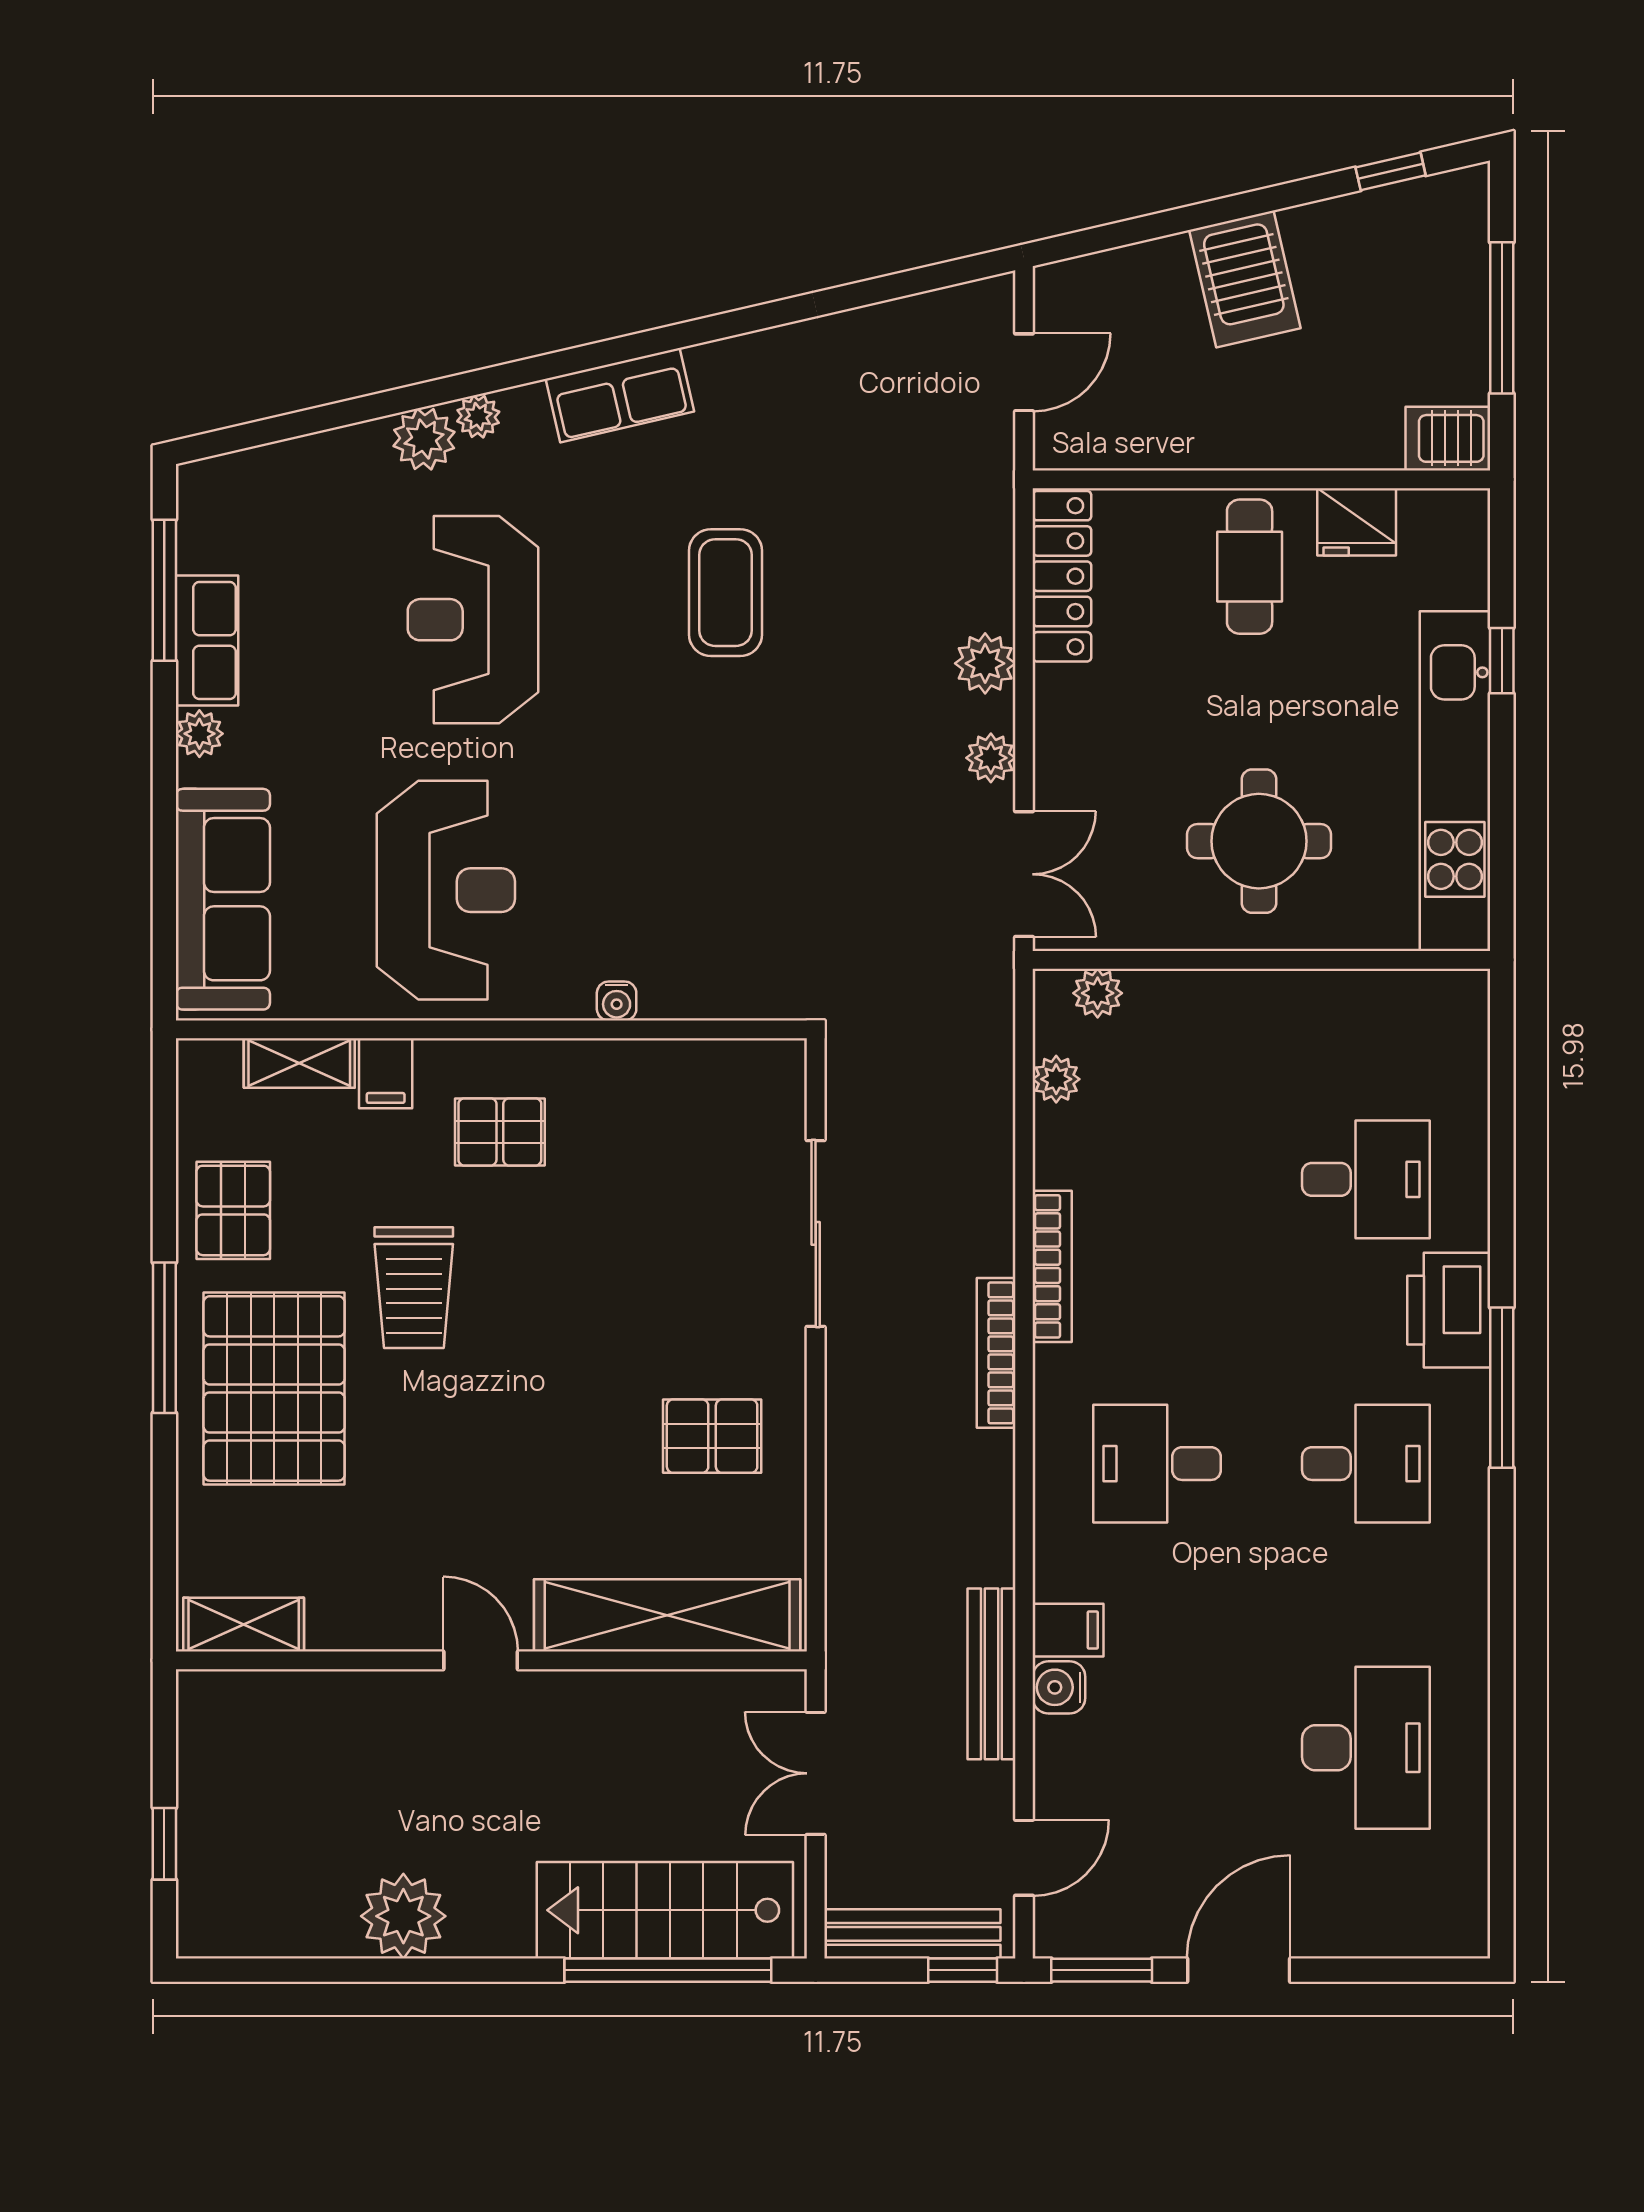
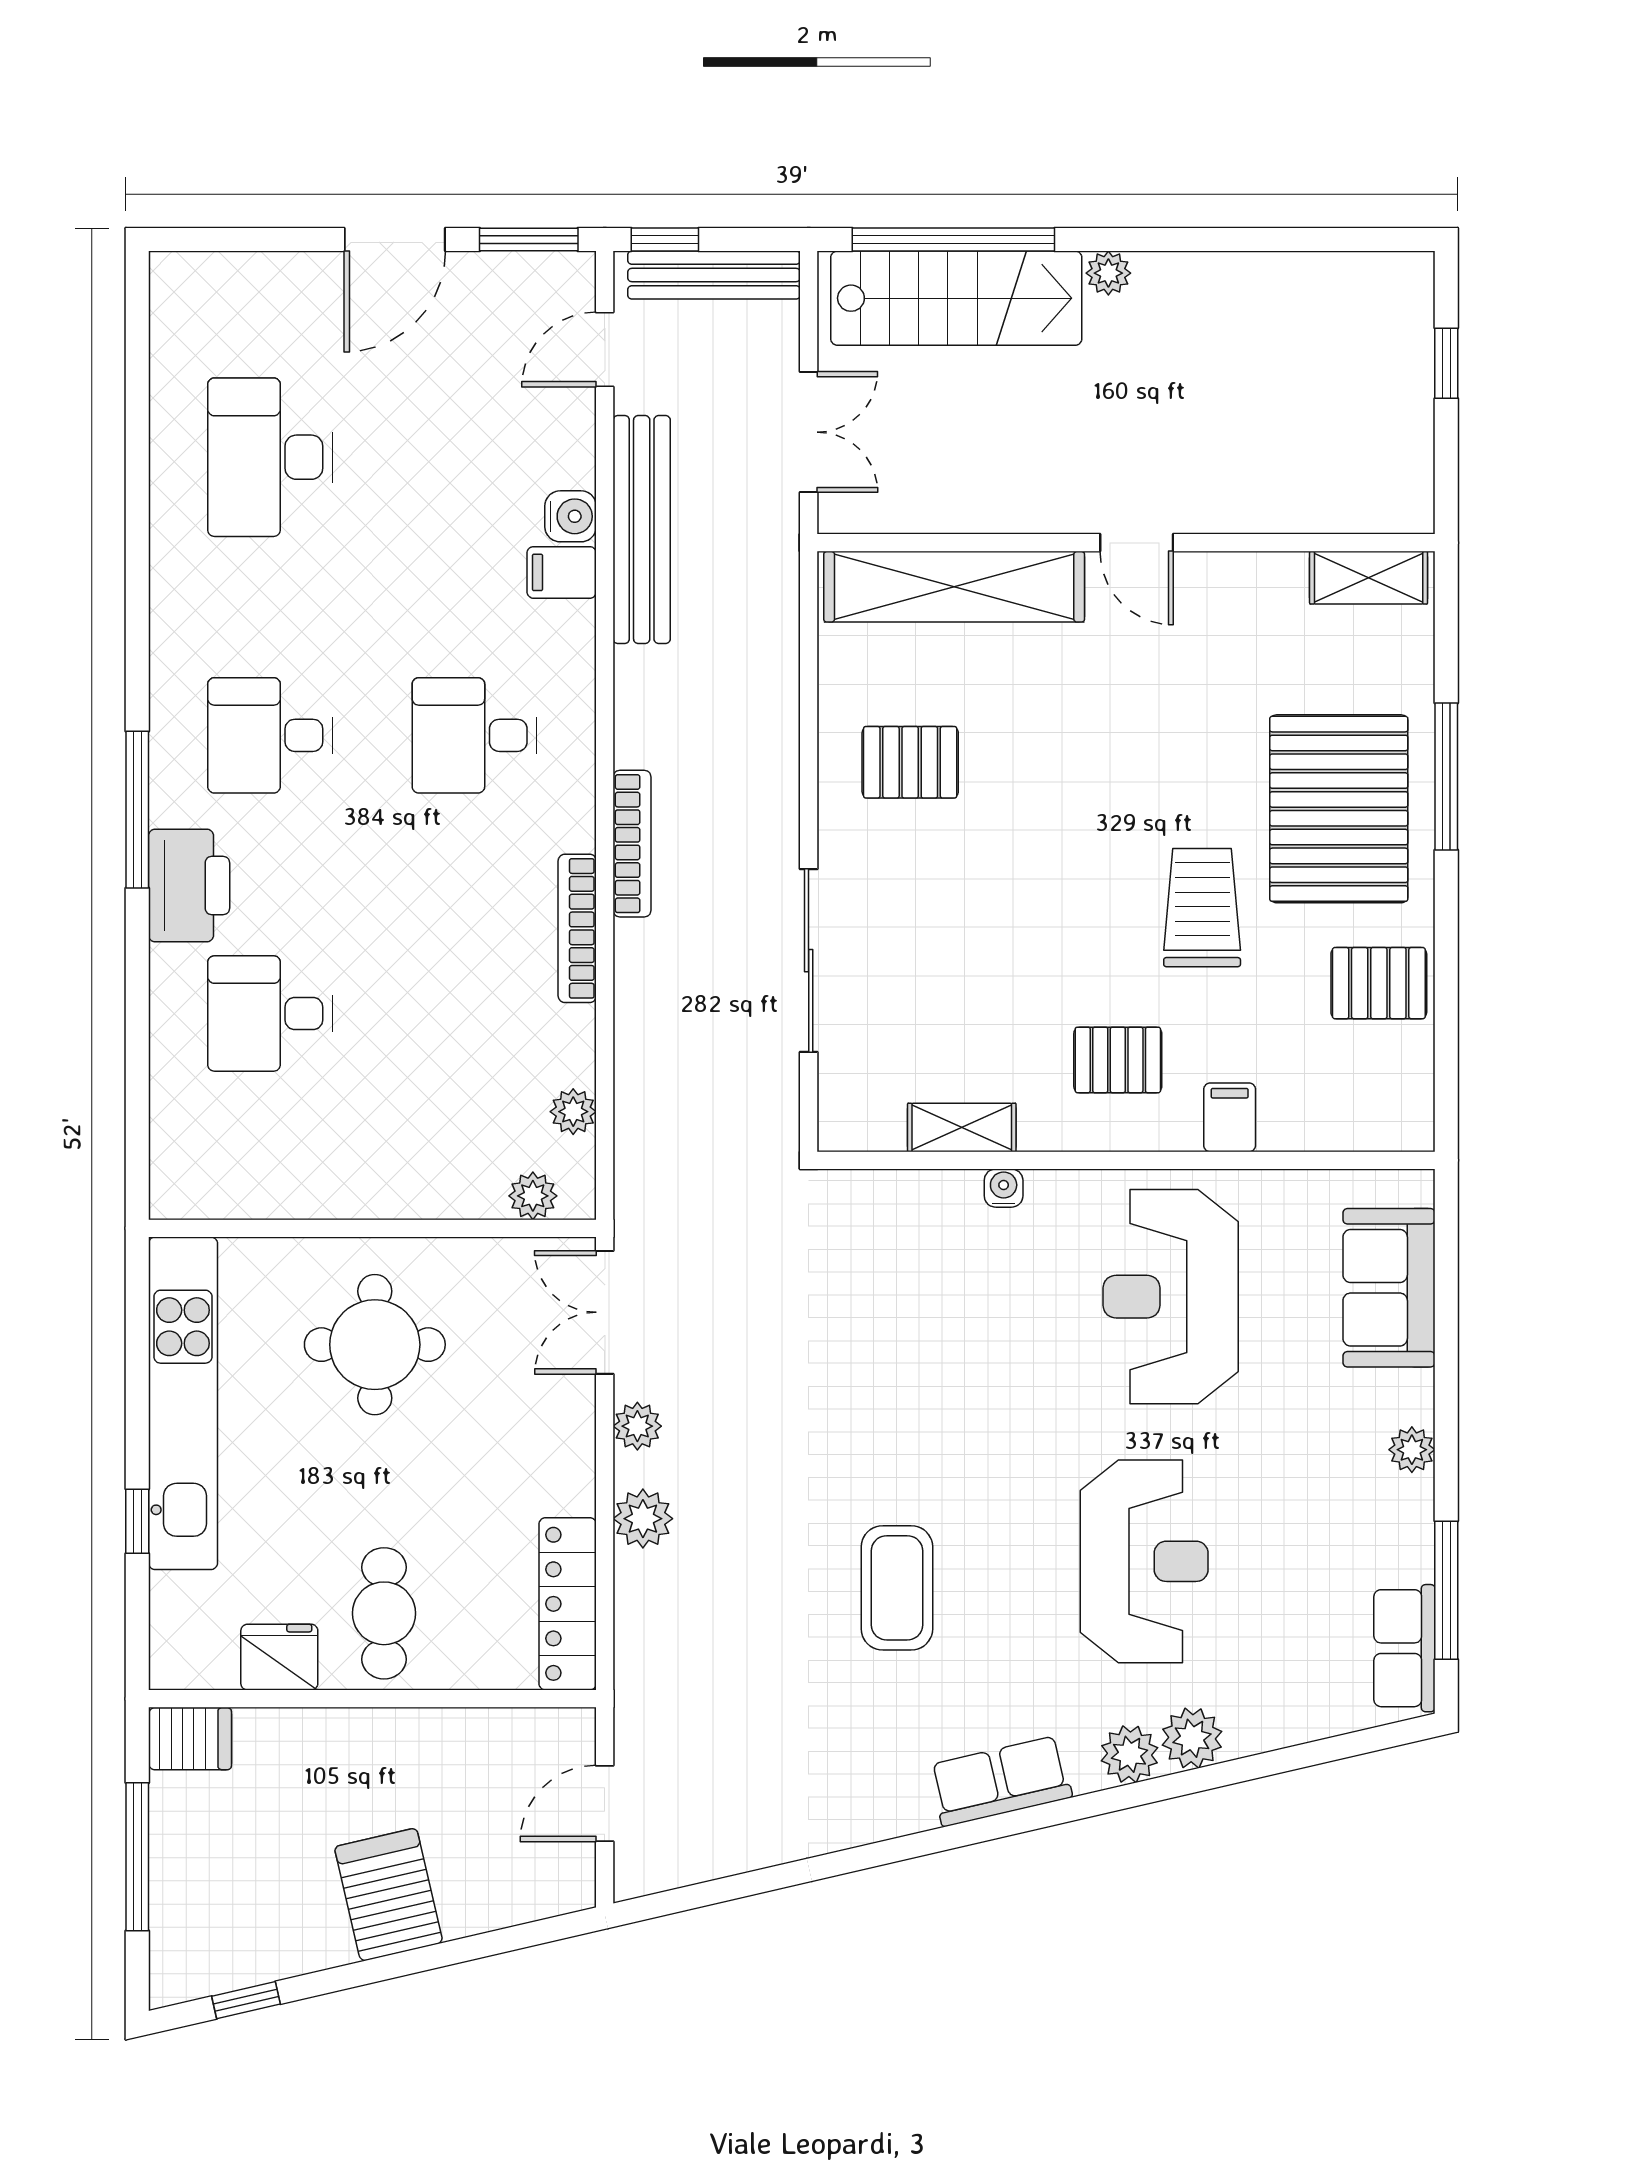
plant: (478, 416) -> (1130, 1754), width x1.38, depth x1.38
row of seats: (207, 640) -> (1404, 1648), moved
sofa: (223, 899) -> (1389, 1288), width x0.73
shelving: (299, 1063) -> (962, 1127), moved
pallet: (233, 1210) -> (1379, 983), turned 90
window: (164, 1338) -> (1446, 776), moved
desk: (1157, 1464) -> (475, 735), turned 180
bench: (991, 1674) -> (642, 530), width x1.37, depth x1.21
plant: (403, 1916) -> (1108, 273), moved, width x0.53, depth x0.53

